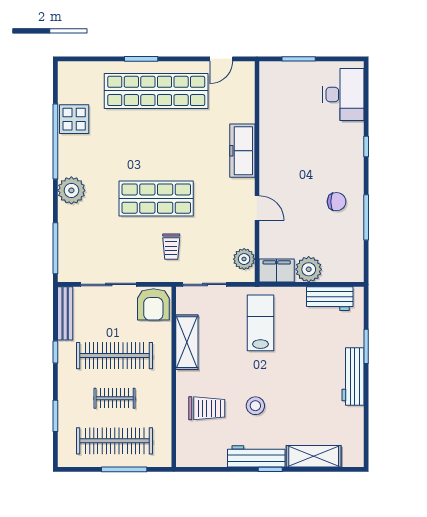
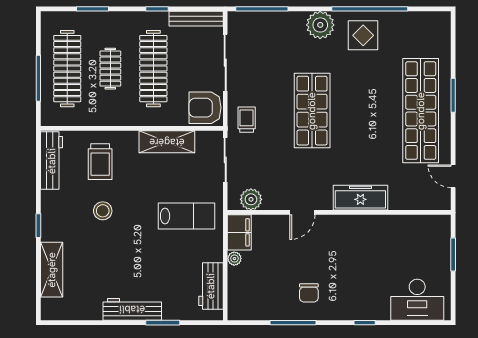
display table: (74, 119) -> (363, 35), moved
trolley: (171, 247) -> (247, 120), moved, turned 90
plant: (309, 269) -> (234, 259), width x0.53, depth x0.53
workbench: (256, 456) -> (52, 161), moved

